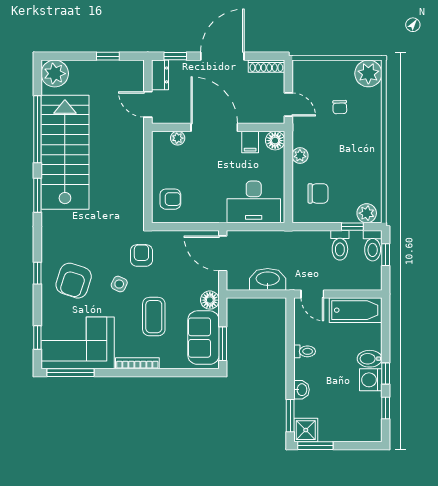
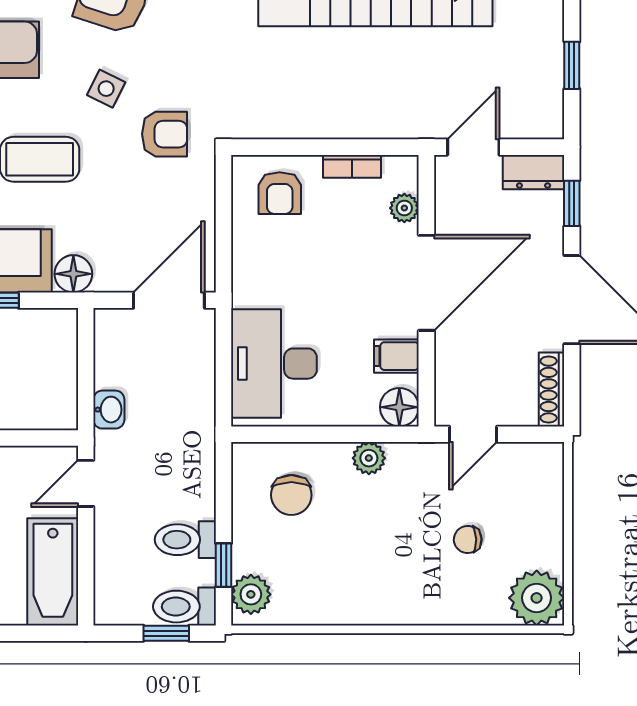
bookcase: (157, 164) -> (352, 166), added
washbasin: (268, 279) -> (109, 410), width x0.52, depth x0.69

